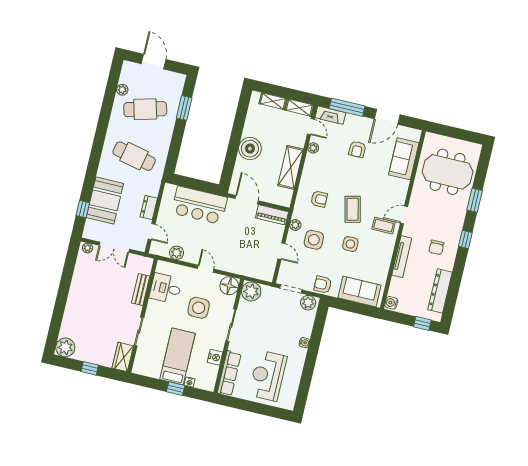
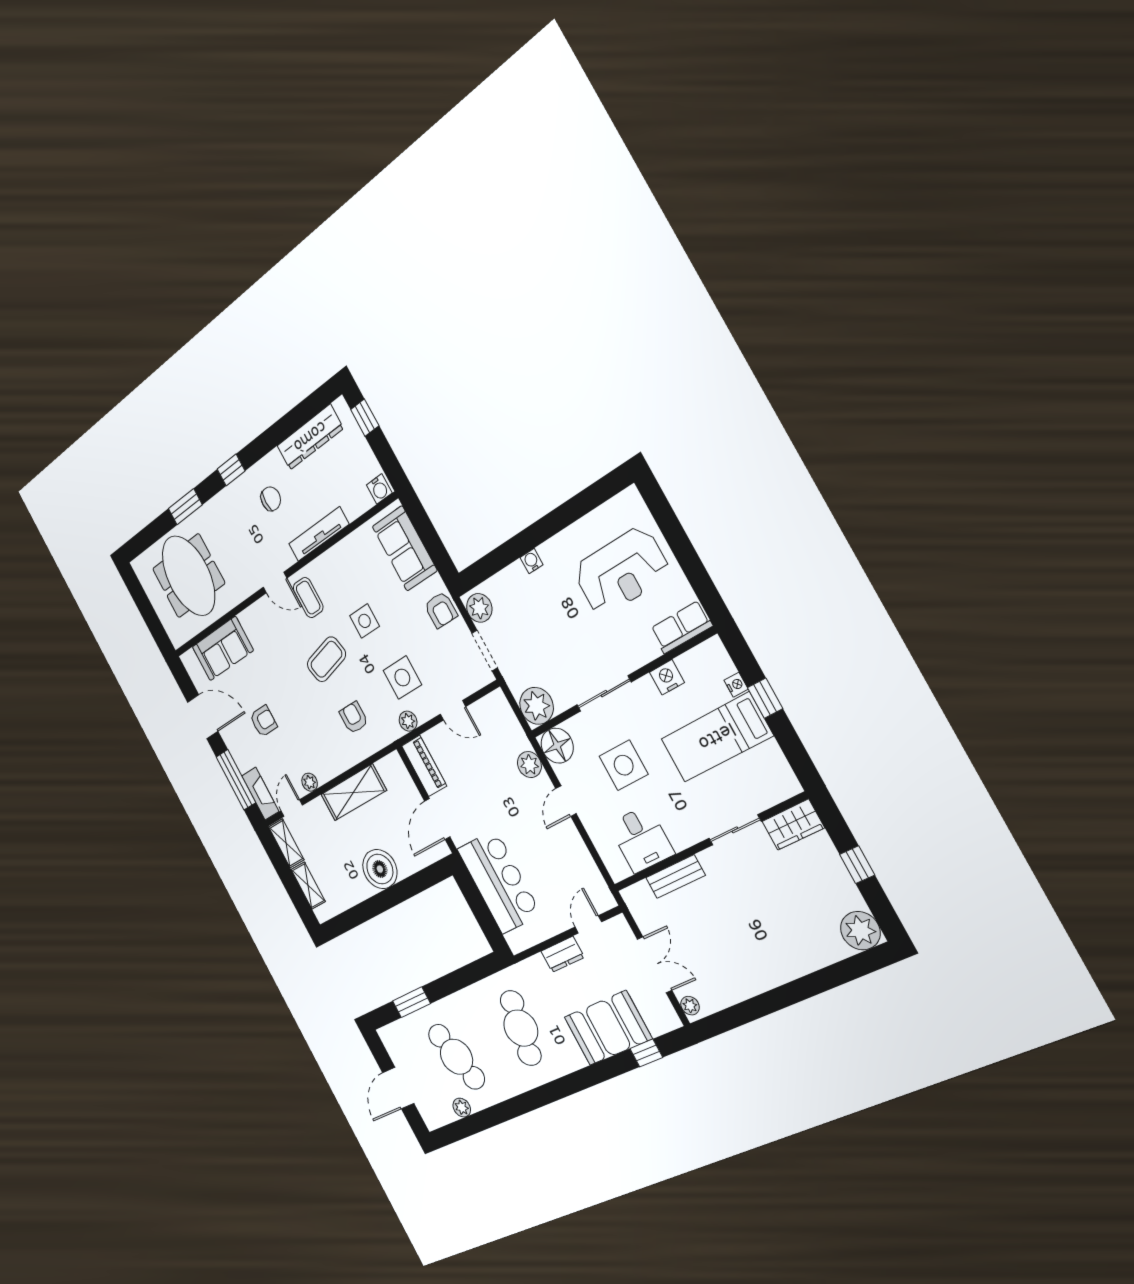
door: (281, 251) -> (453, 710), swing flipped
plant: (177, 253) -> (529, 765), moved
row of seats: (229, 373) -> (681, 627), width x0.68

